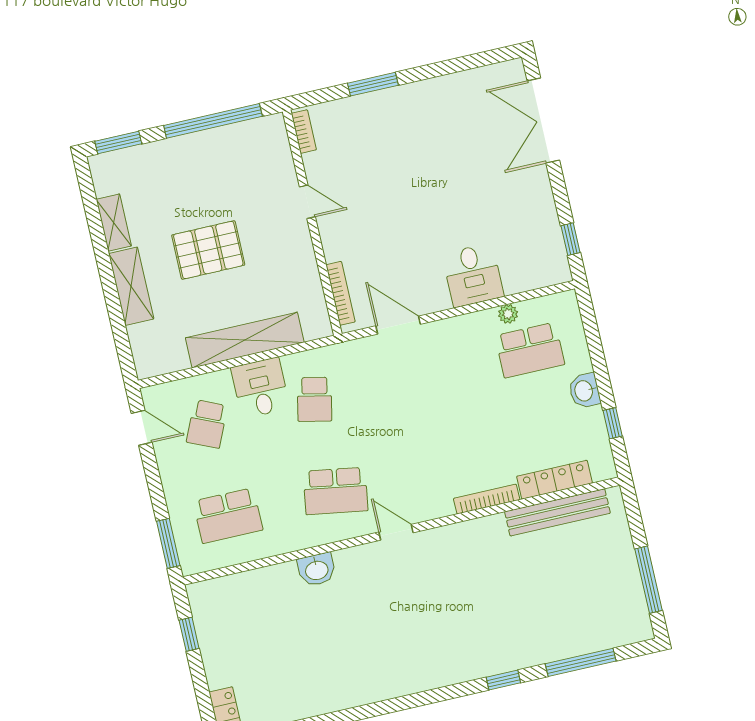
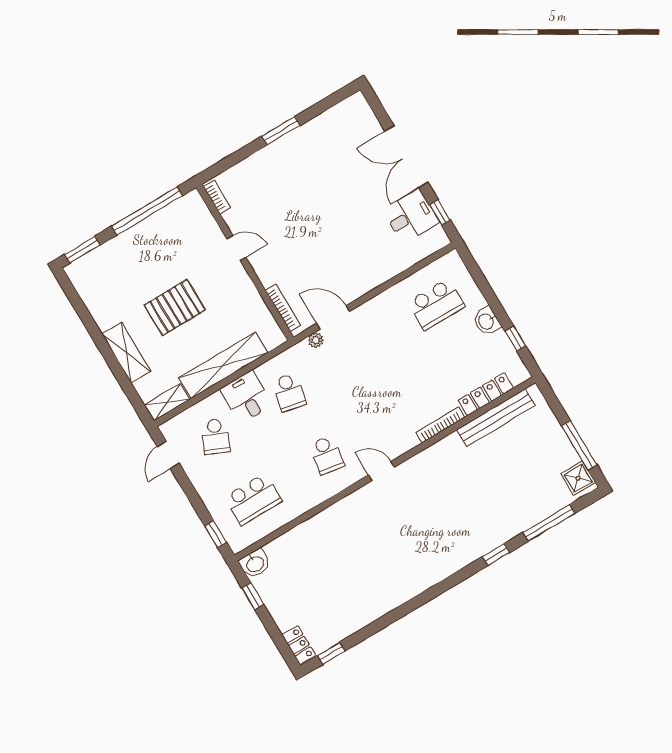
window: (373, 84) -> (281, 131), moved
double door: (543, 120) -> (406, 157), moved
shelving: (114, 223) -> (167, 402), moved, turned 90
desk: (473, 275) -> (411, 216), moved, turned -90
plant: (508, 314) -> (316, 340), moved
door: (142, 428) -> (168, 455), swing flipped
school desk: (336, 491) -> (327, 455), width x0.54
window: (168, 543) -> (216, 534), width x0.67
washbasin: (317, 570) -> (255, 564), moved
shower: (634, 619) -> (578, 478), added

